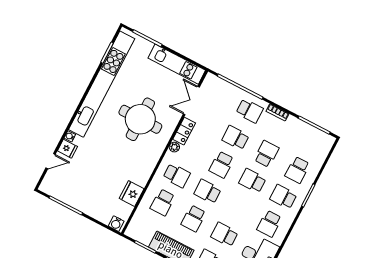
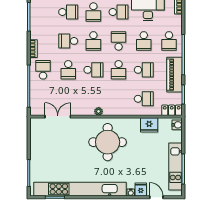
kitchen unit: (177, 64) -> (175, 167), moved, turned 180
double door: (191, 101) -> (58, 117), swing flipped
round table: (140, 119) -> (108, 142), moved
locker: (184, 131) -> (172, 110), moved
school desk: (177, 175) -> (119, 41), moved

